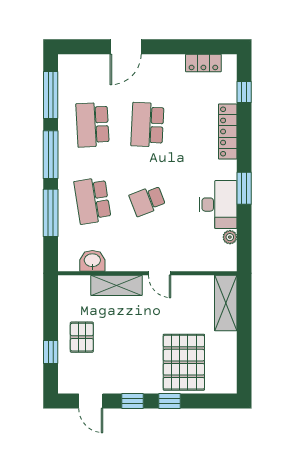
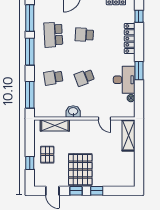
school desk: (147, 125) -> (84, 35), width x0.54
school desk: (92, 201) -> (53, 78), width x0.54
window: (51, 213) -> (30, 95), moved
washbasin: (92, 261) -> (73, 112), moved
door: (160, 273) -> (105, 119), moved
shelving: (116, 285) -> (55, 125), moved
pallet: (184, 362) -> (80, 170), moved

